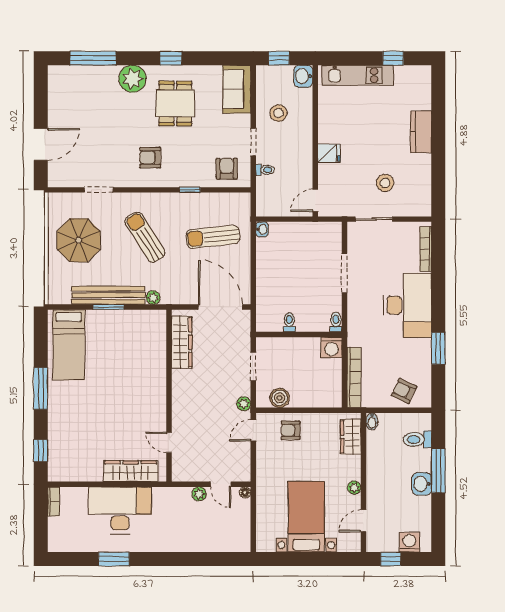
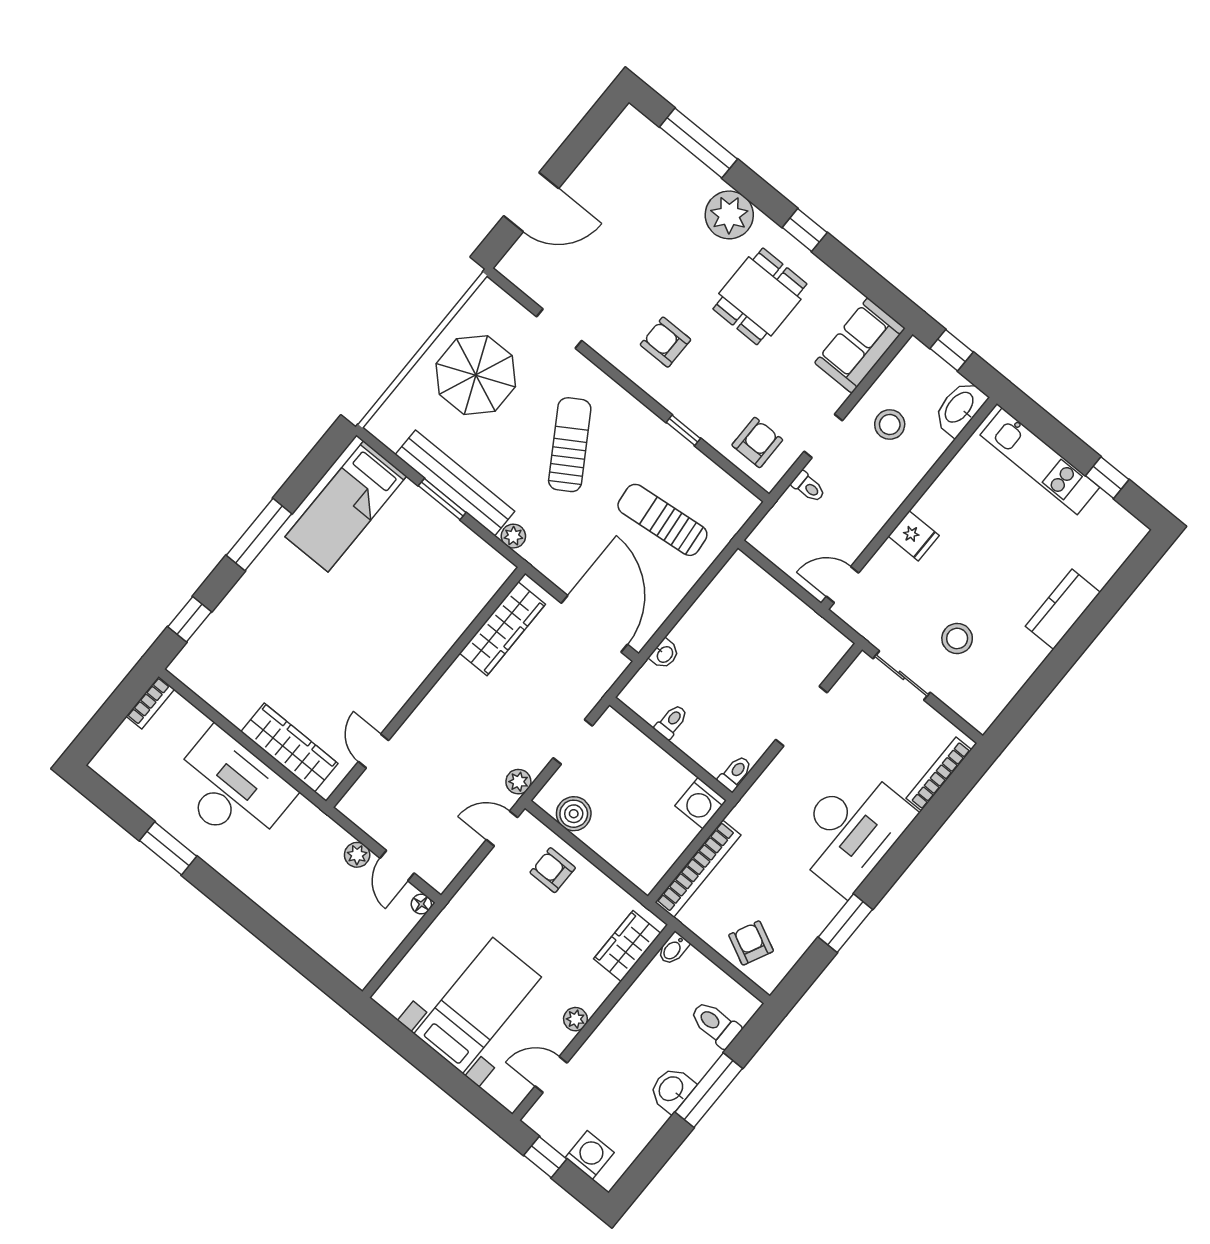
washbasin: (303, 76) -> (960, 408), width x1.38
washbasin: (262, 229) -> (664, 654), moved

